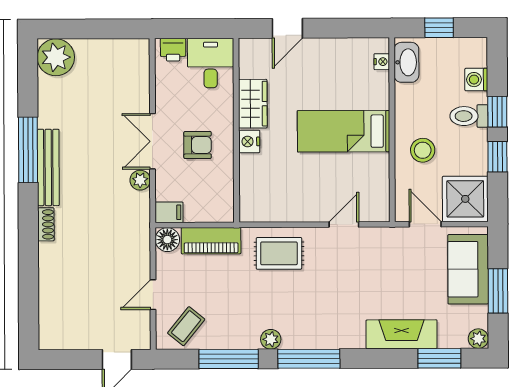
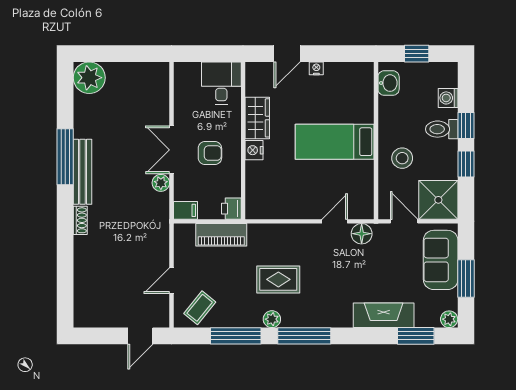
printer: (173, 50) -> (231, 209), moved, turned 90
nightstand: (382, 62) -> (316, 68), moved, turned -90
washbasin: (406, 62) -> (389, 83), width x0.72
floor lamp: (167, 240) -> (362, 234), moved
rug: (279, 253) -> (278, 279), moved

